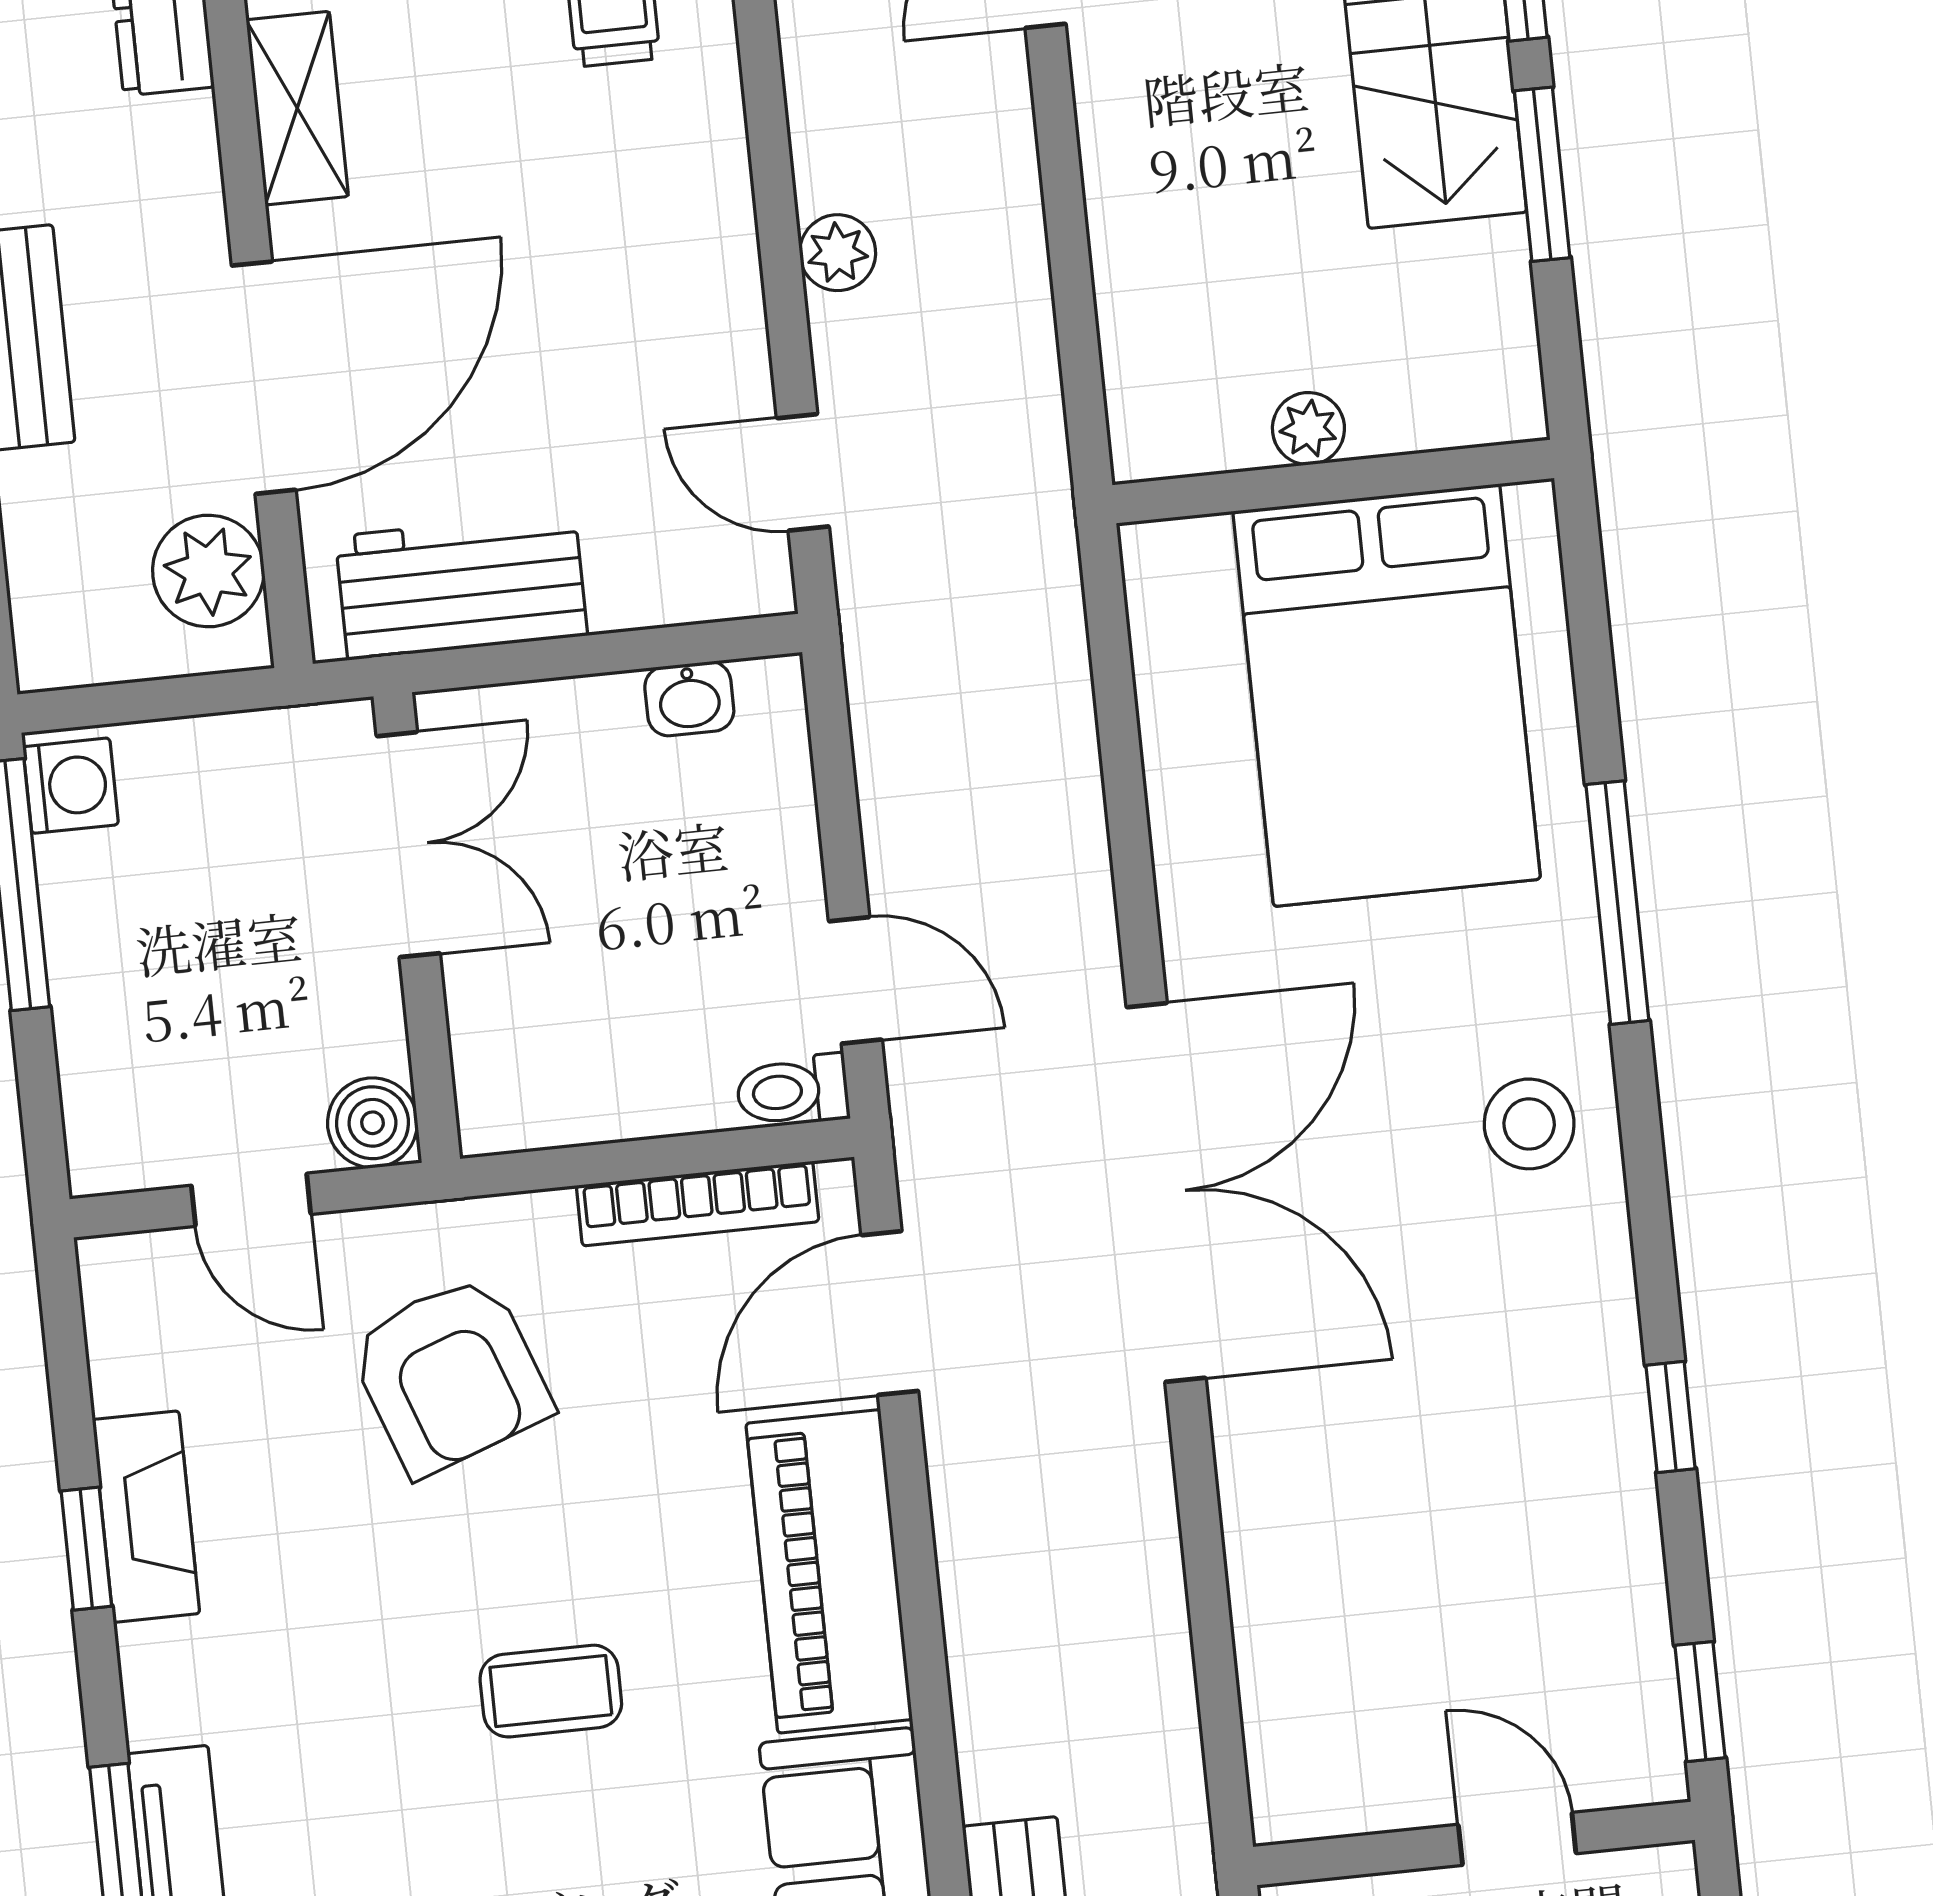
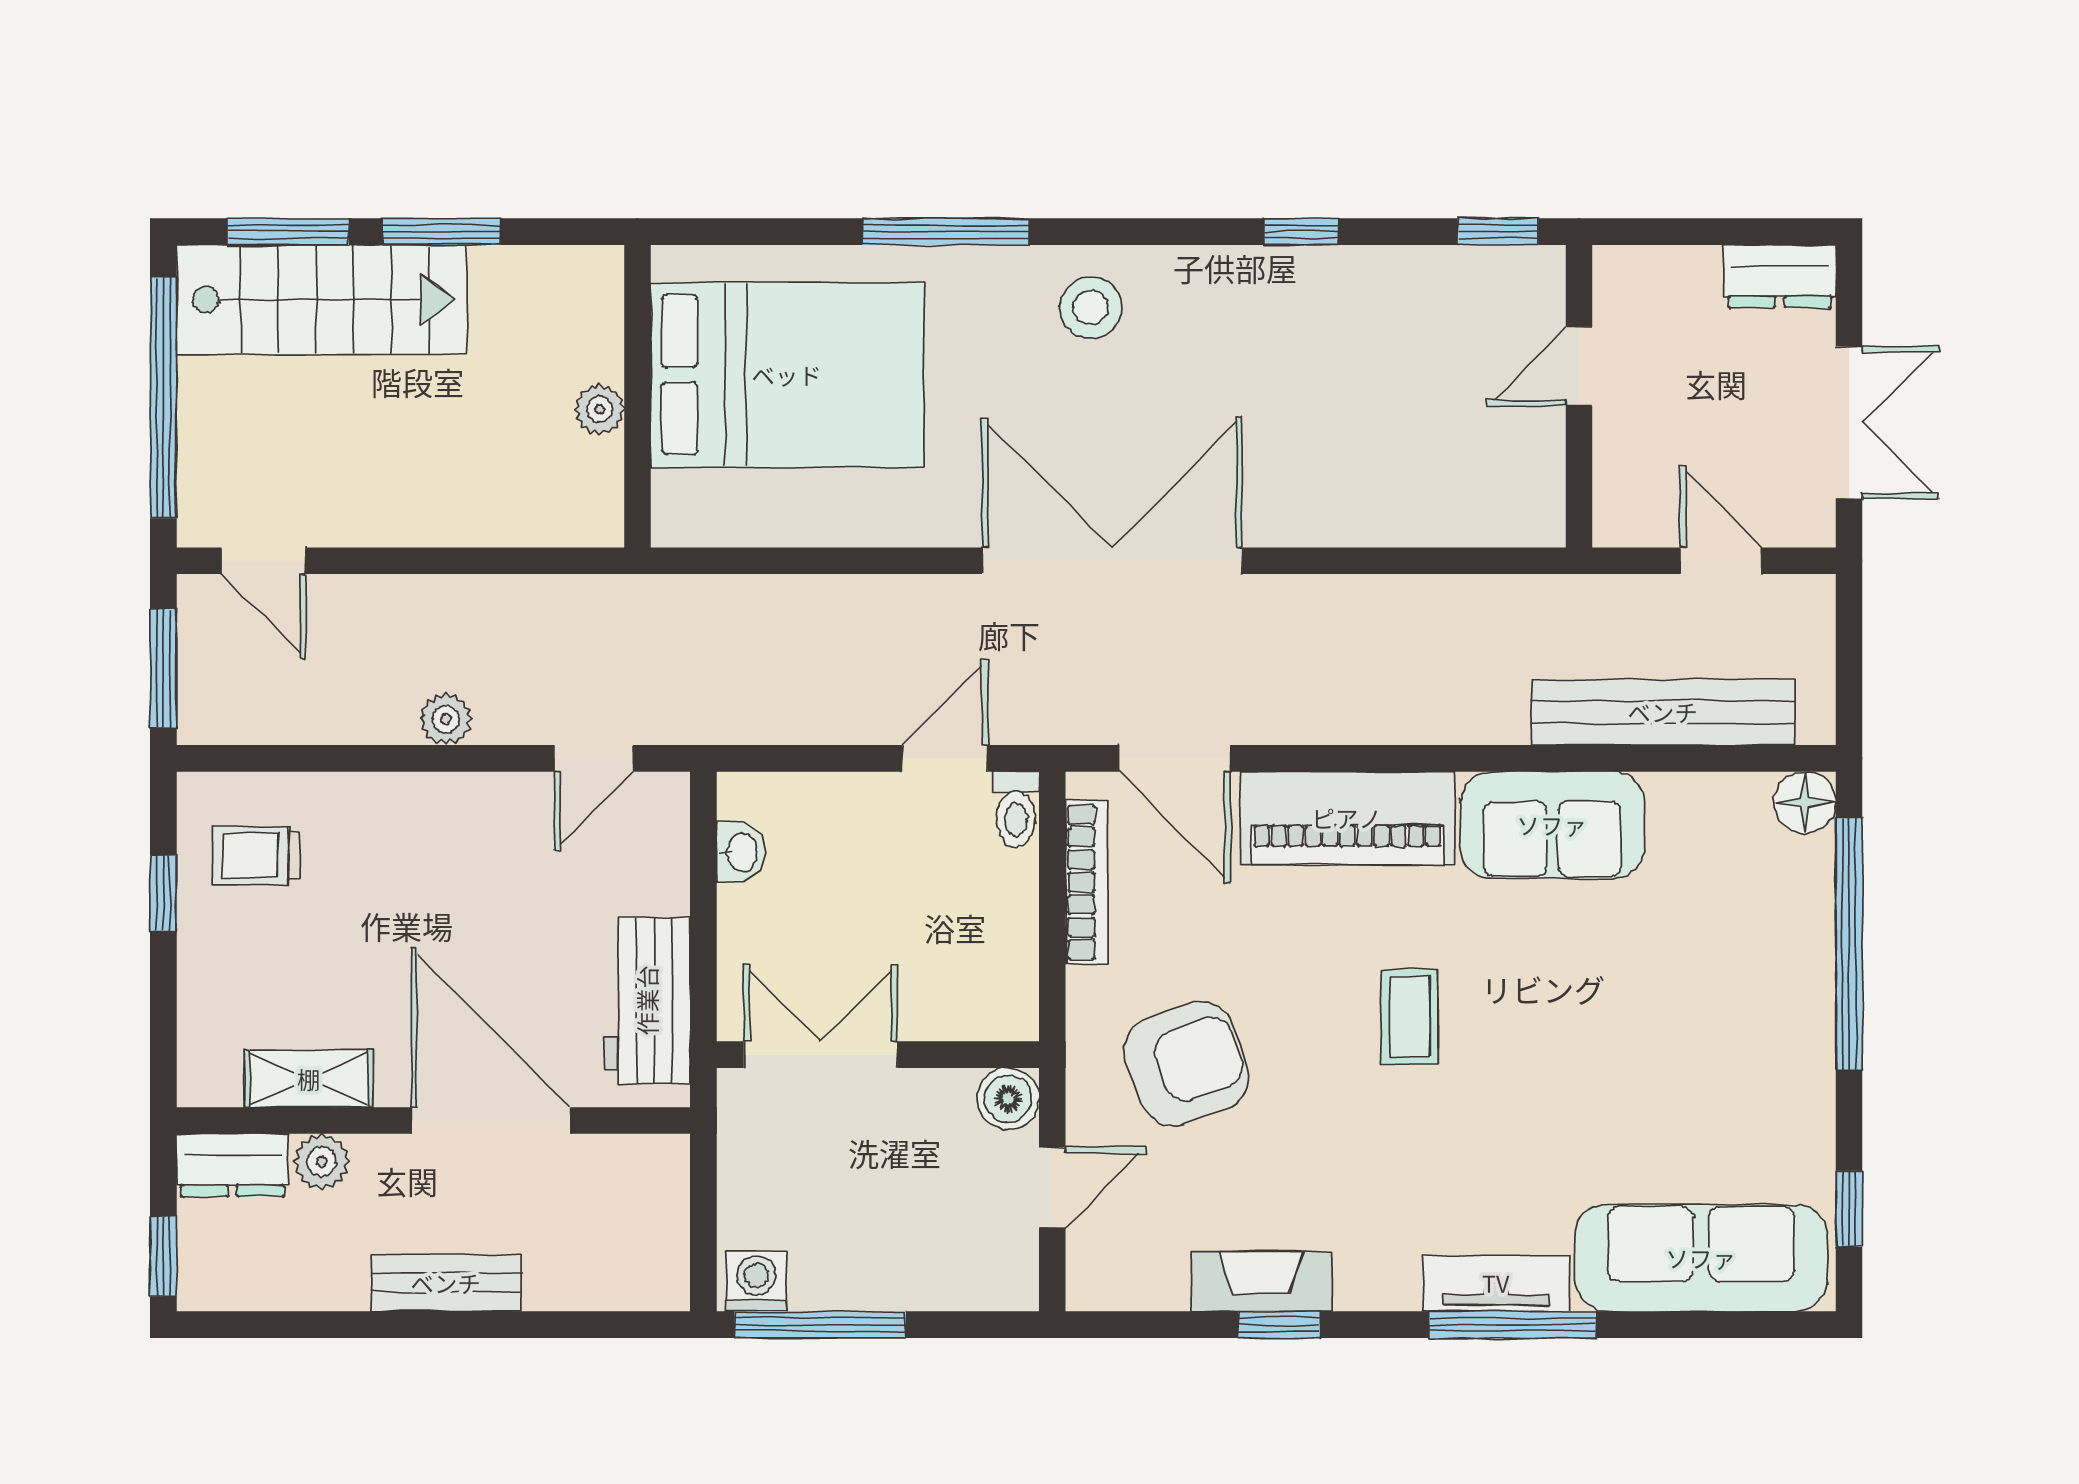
plant: (208, 571) -> (322, 1162), moved, width x0.73, depth x0.73

